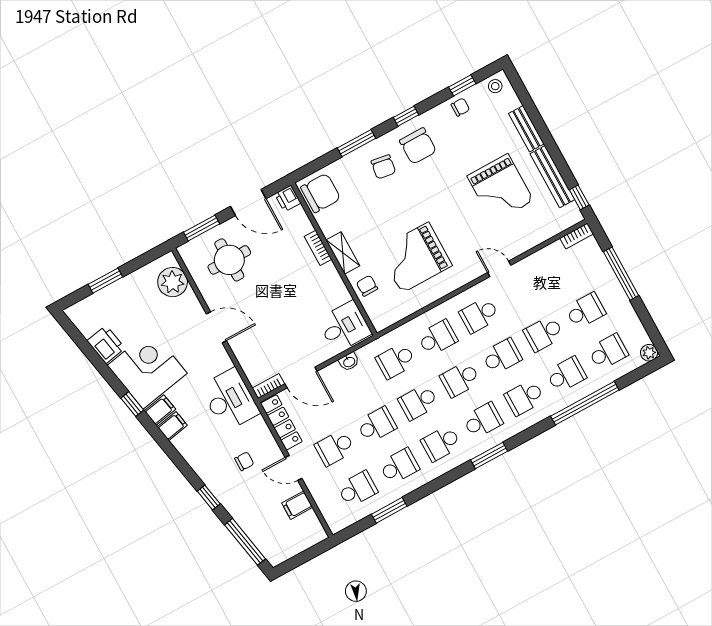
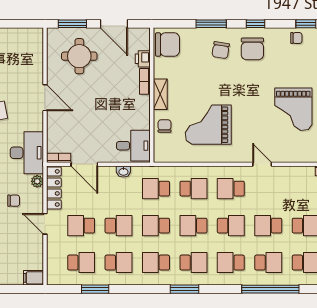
printer: (288, 198) -> (143, 59), moved
plant: (173, 282) -> (37, 181), moved, width x0.53, depth x0.53
filing cabinet: (297, 505) -> (34, 278), moved

